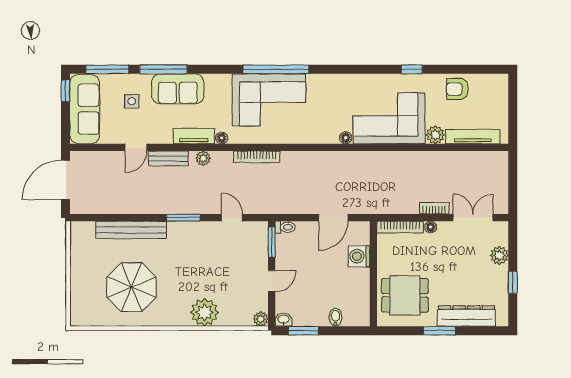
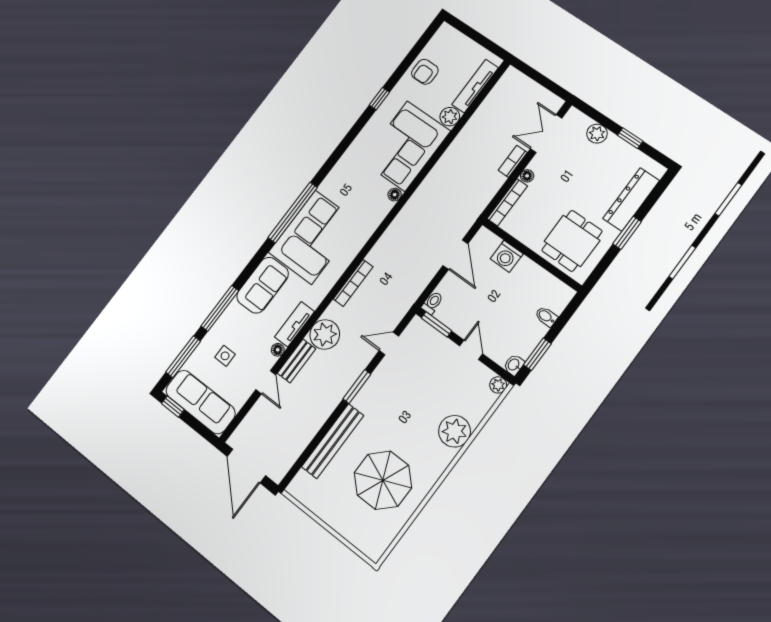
sofa: (178, 89) -> (263, 285), moved
floor lamp: (222, 138) -> (278, 350), moved
plant: (203, 158) -> (325, 334), width x1.88, depth x1.88

